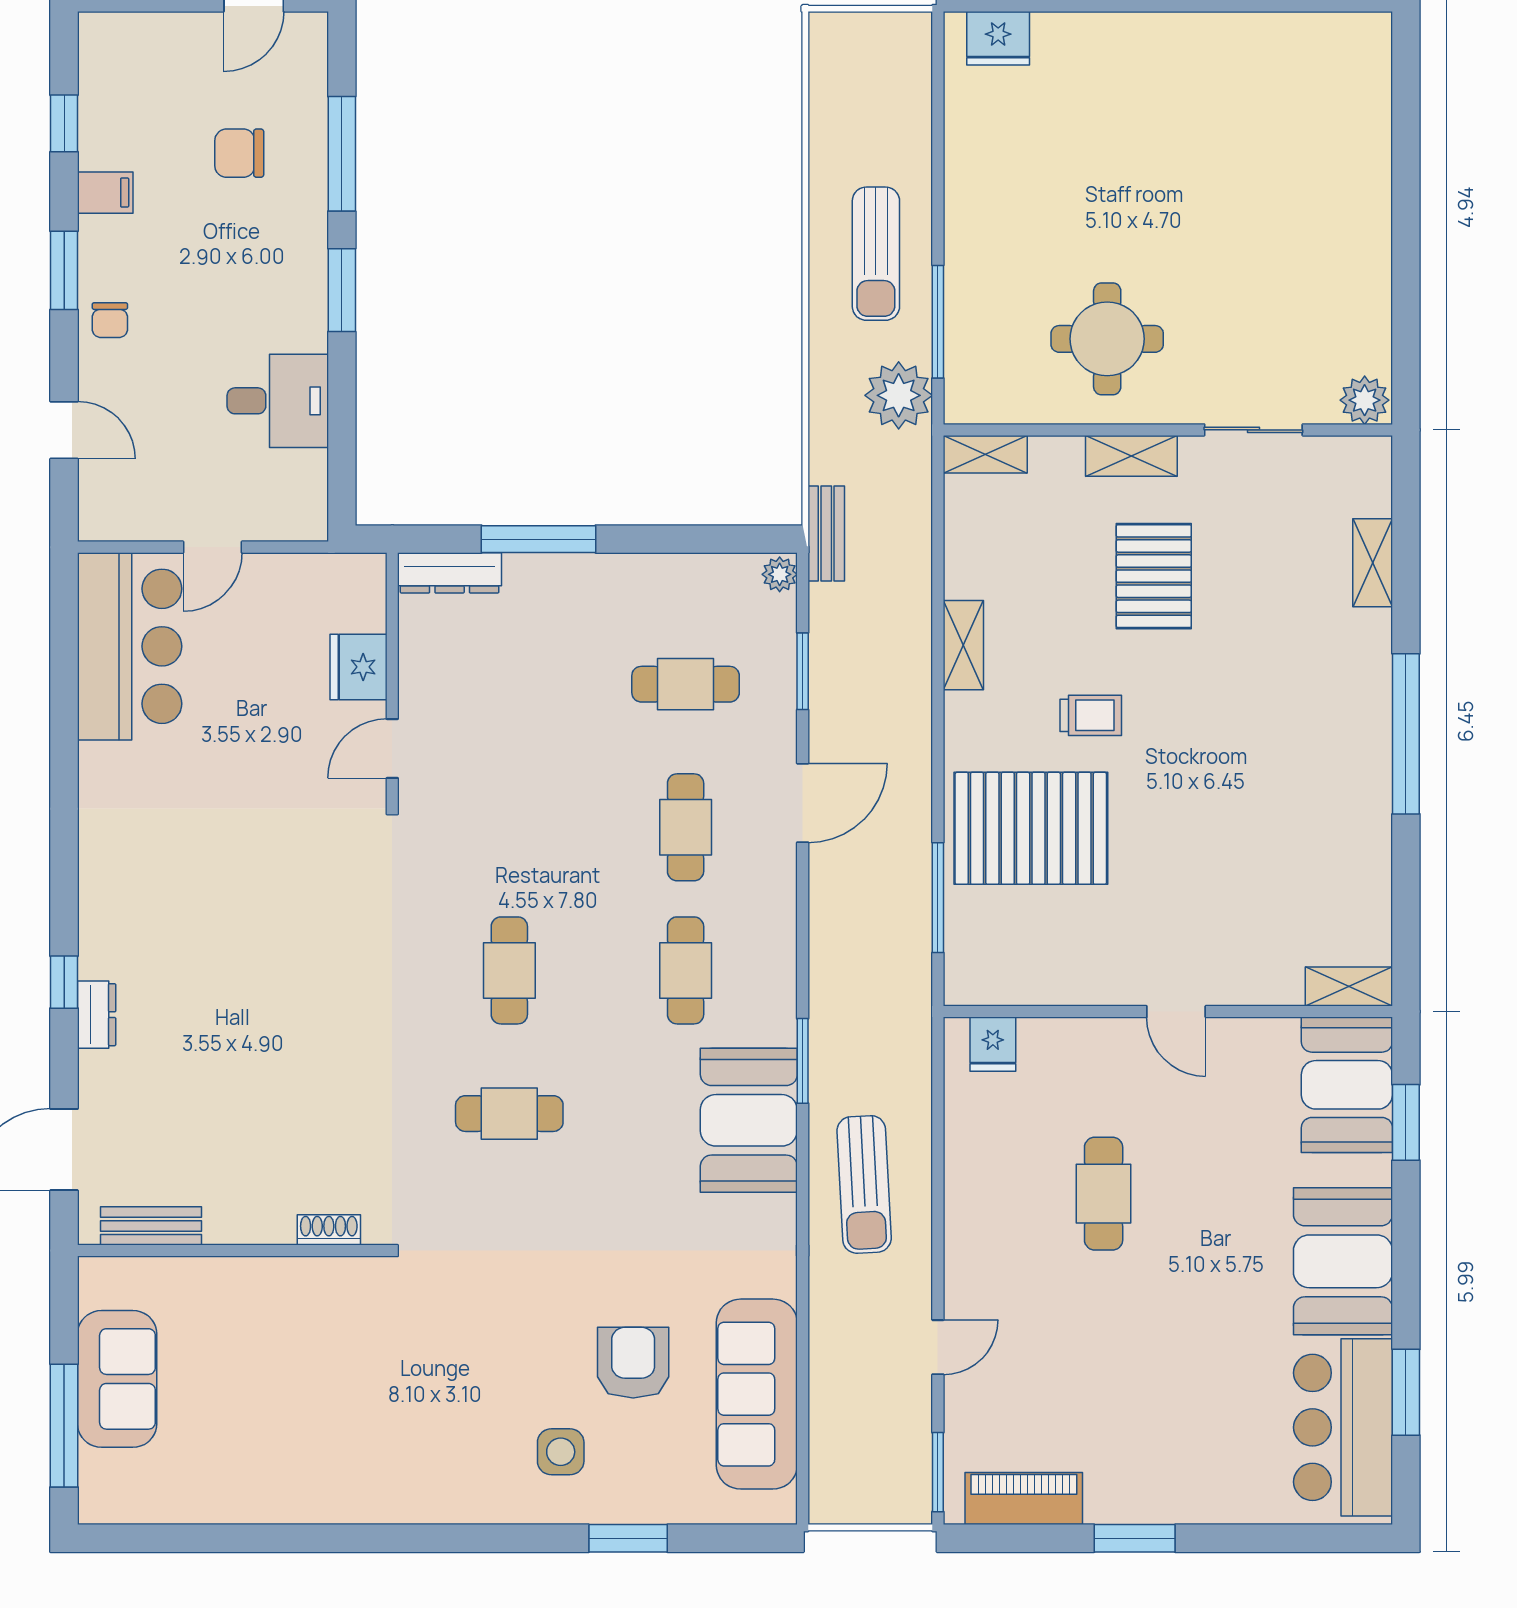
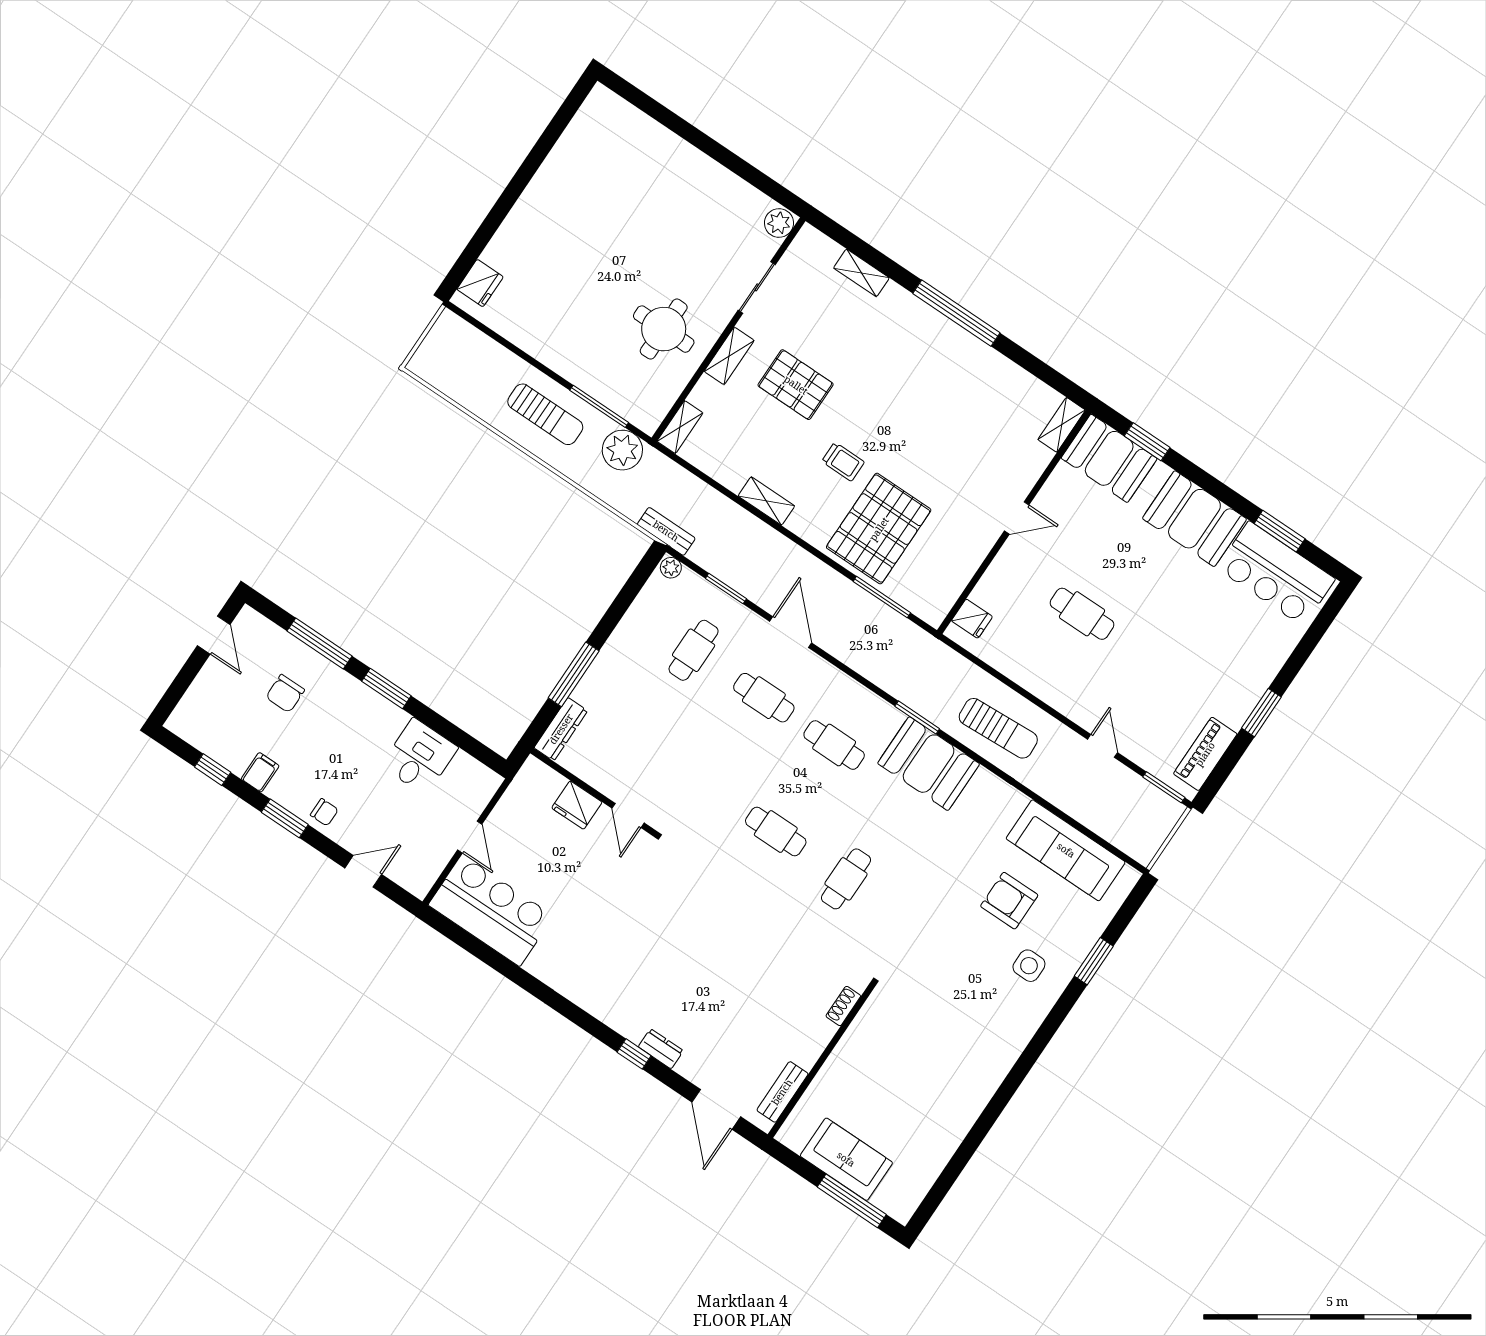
trolley: (1091, 715) -> (843, 462), turned 90

